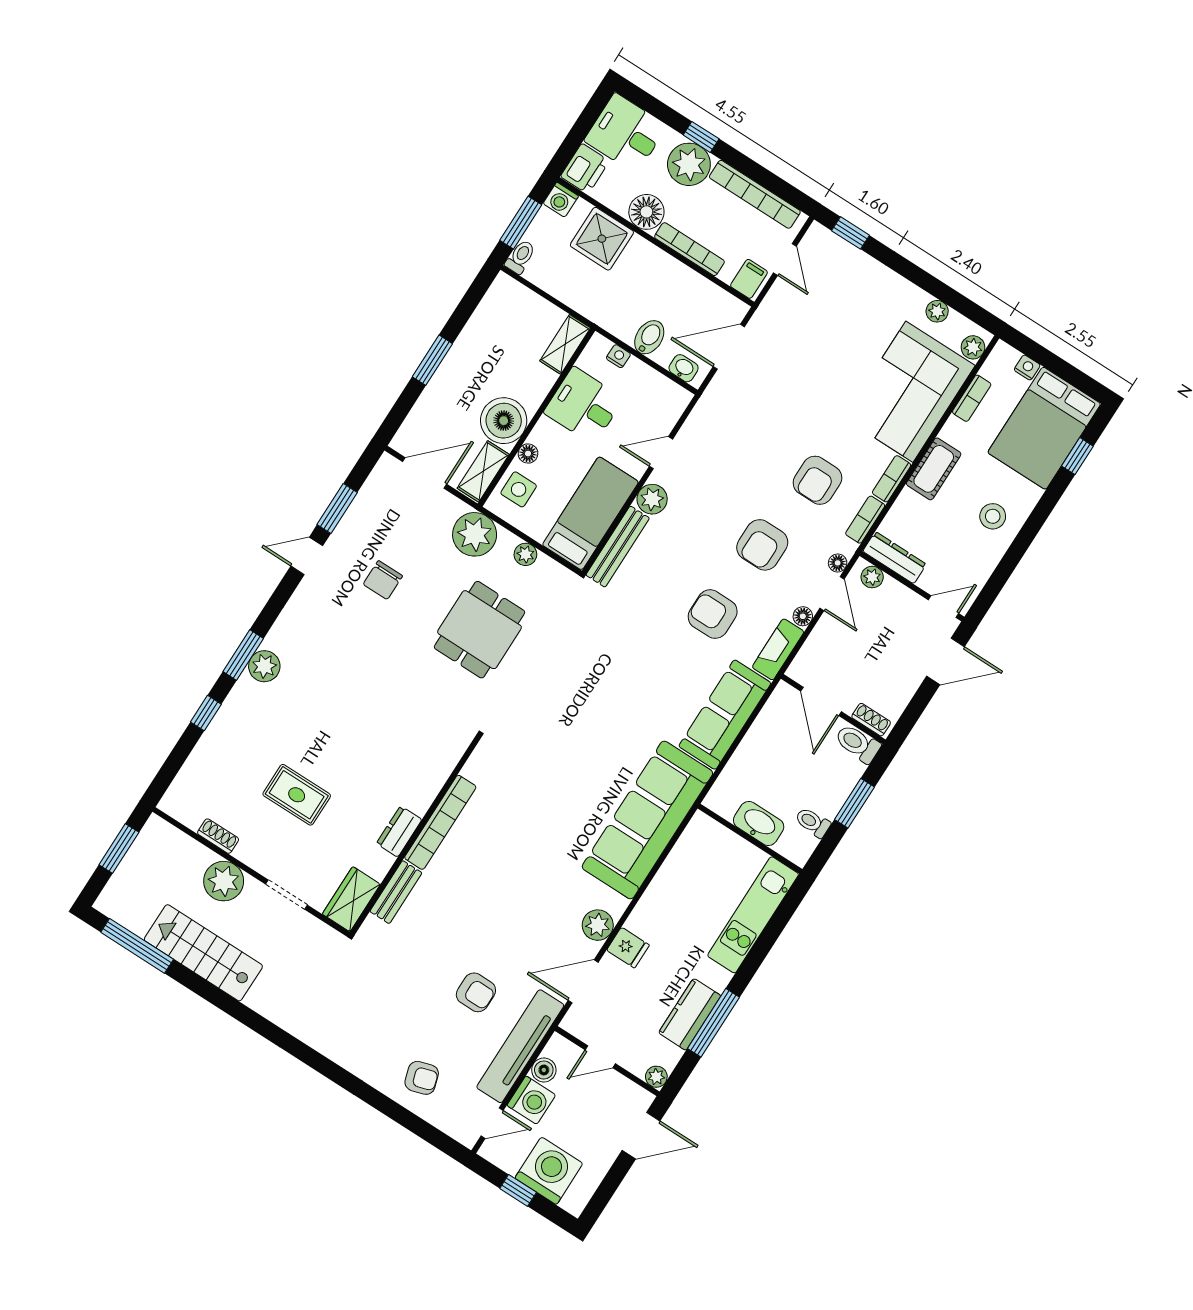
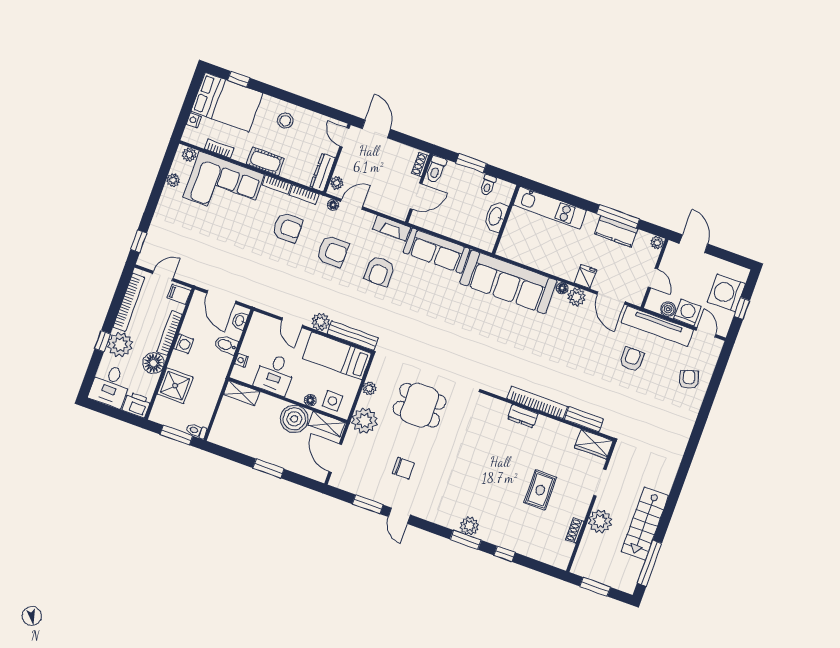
washing machine: (561, 200) -> (183, 344), moved
floor lamp: (803, 616) -> (562, 288), moved
dresser: (399, 832) -> (523, 416), moved

